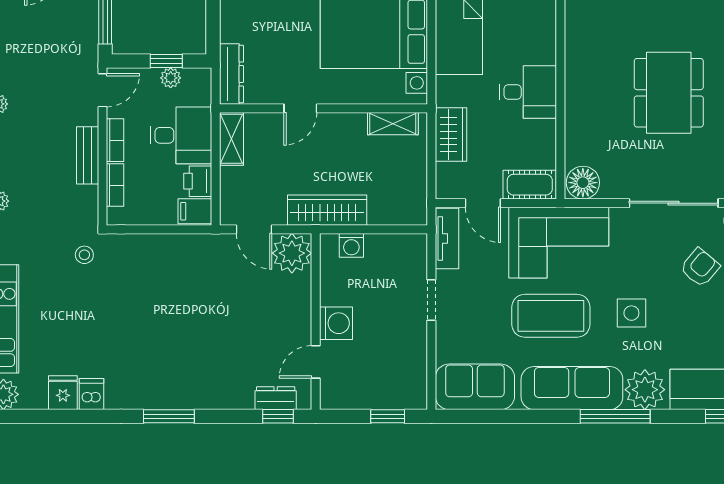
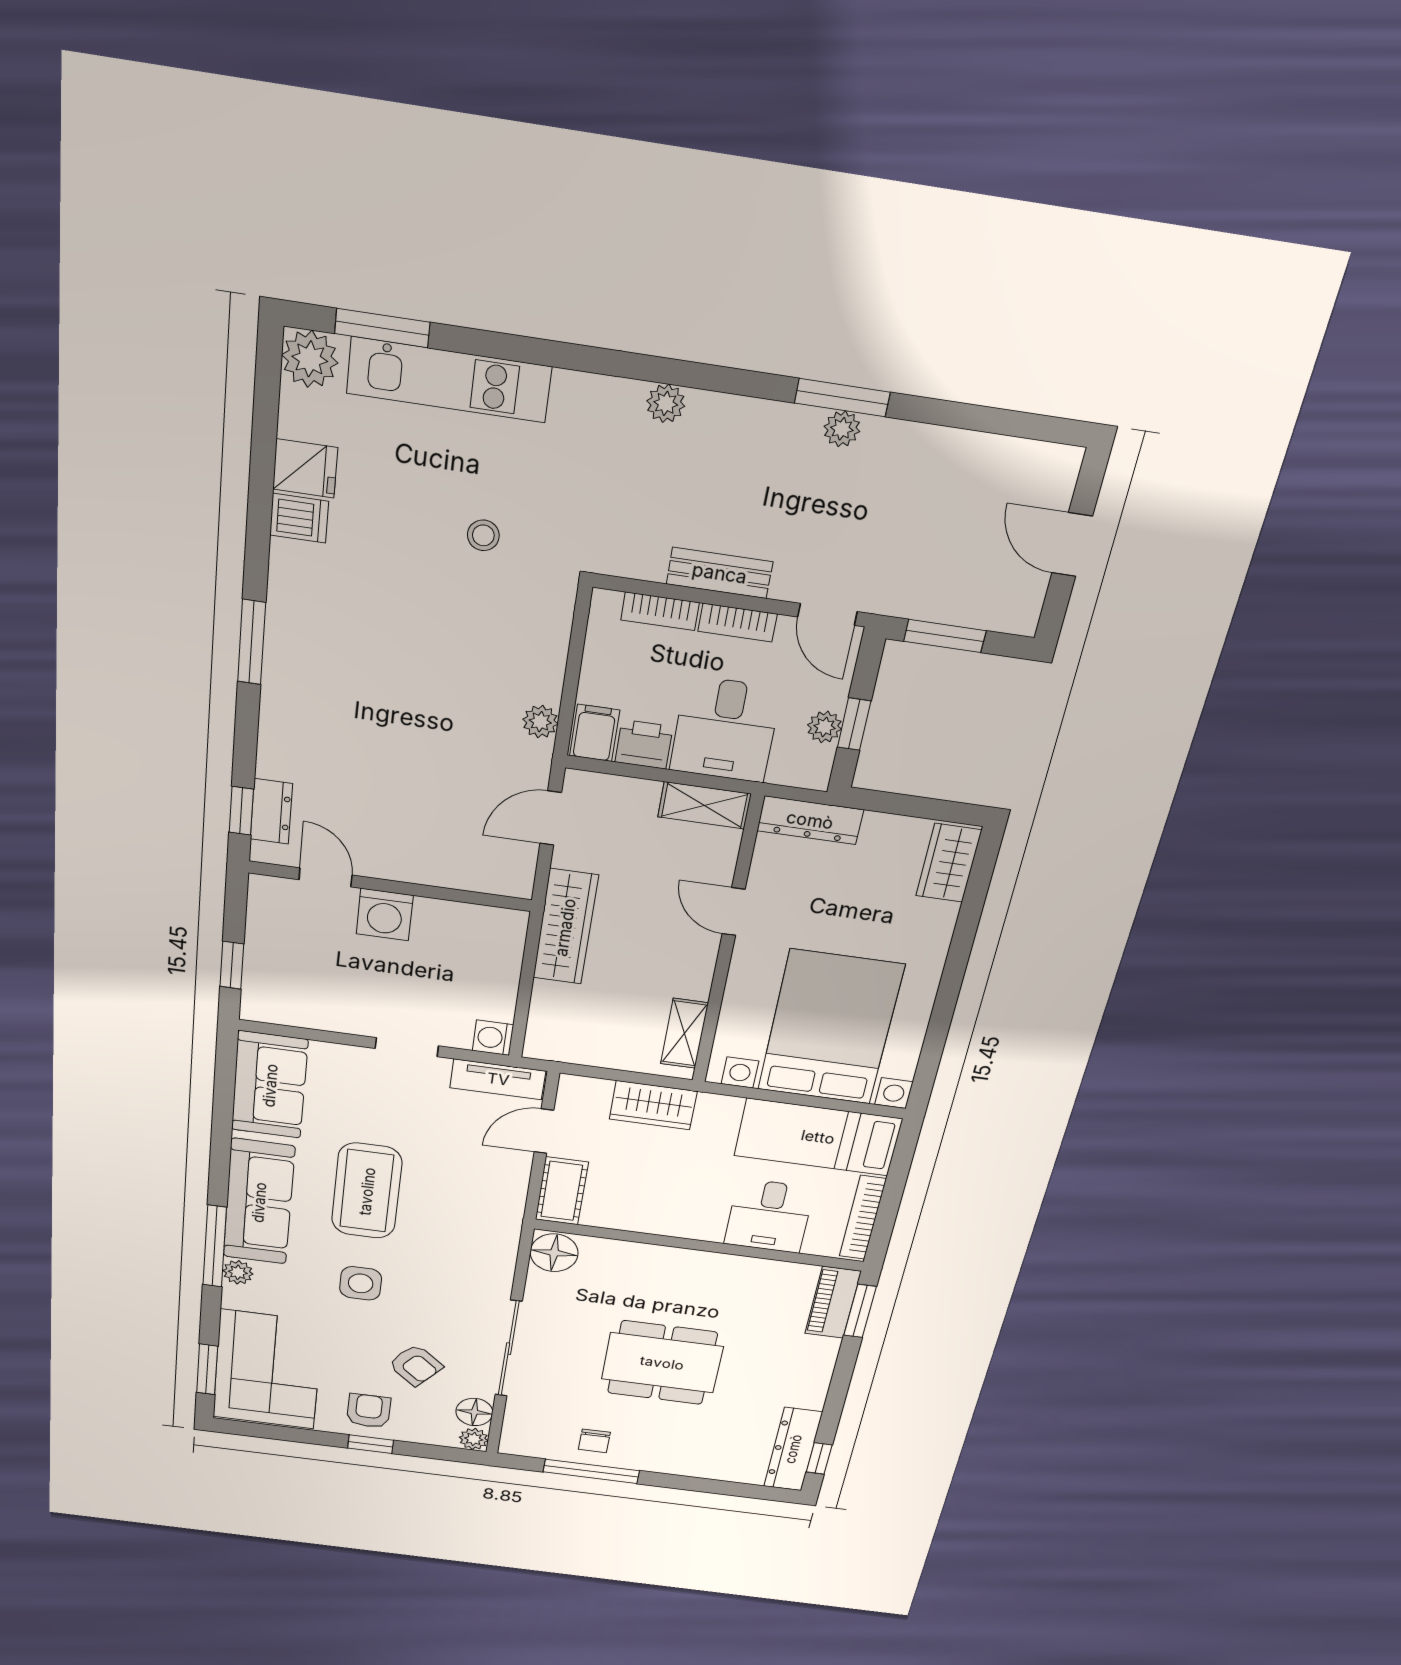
desk: (528, 92) -> (769, 1216), moved
corner sofa: (559, 243) -> (472, 1214), removed
washing machine: (351, 245) -> (493, 1038), moved
plant: (292, 253) -> (540, 722), moved, width x0.53, depth x0.53
stool: (84, 255) -> (483, 535), moved
plant: (645, 390) -> (238, 1272), width x0.53, depth x0.53

